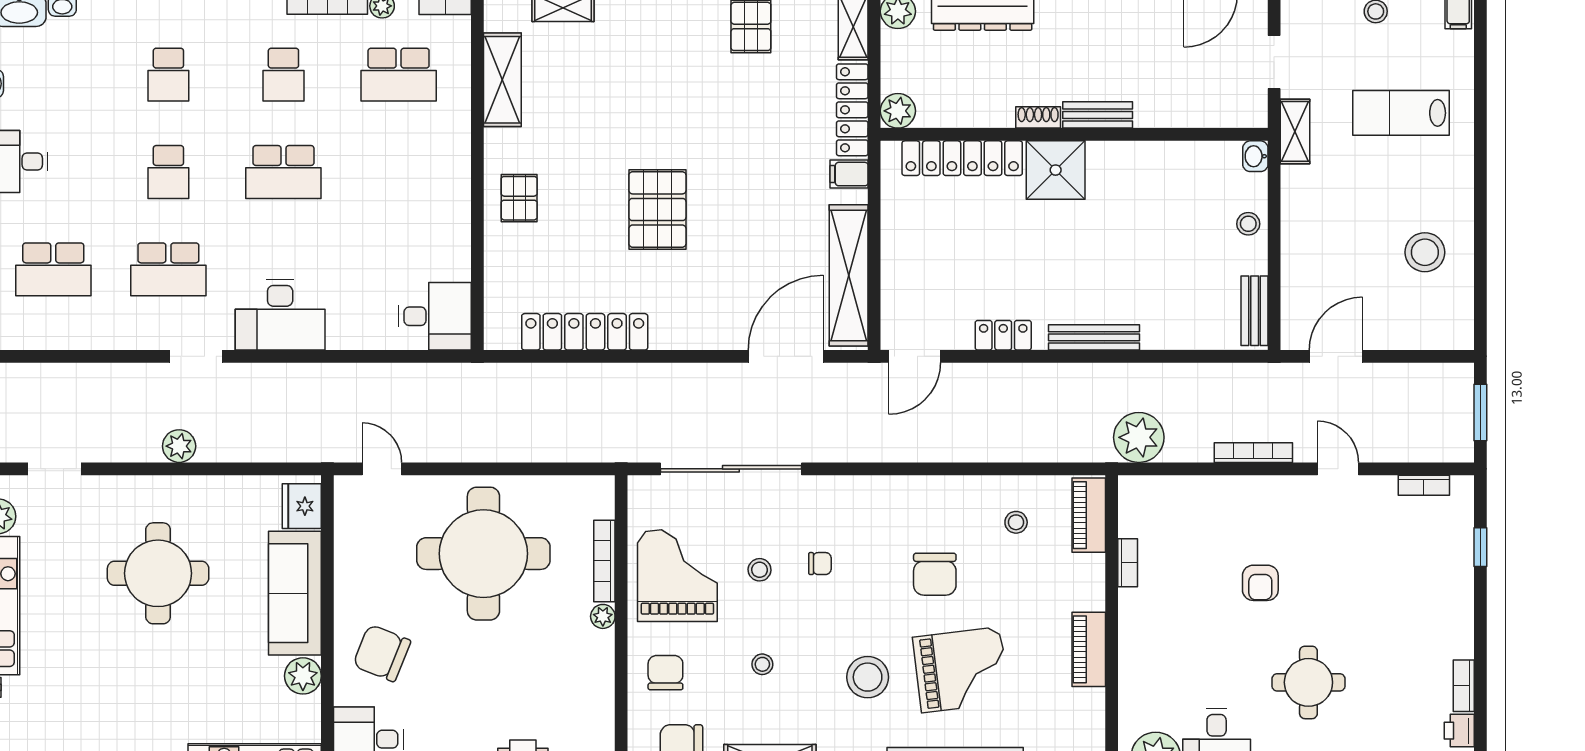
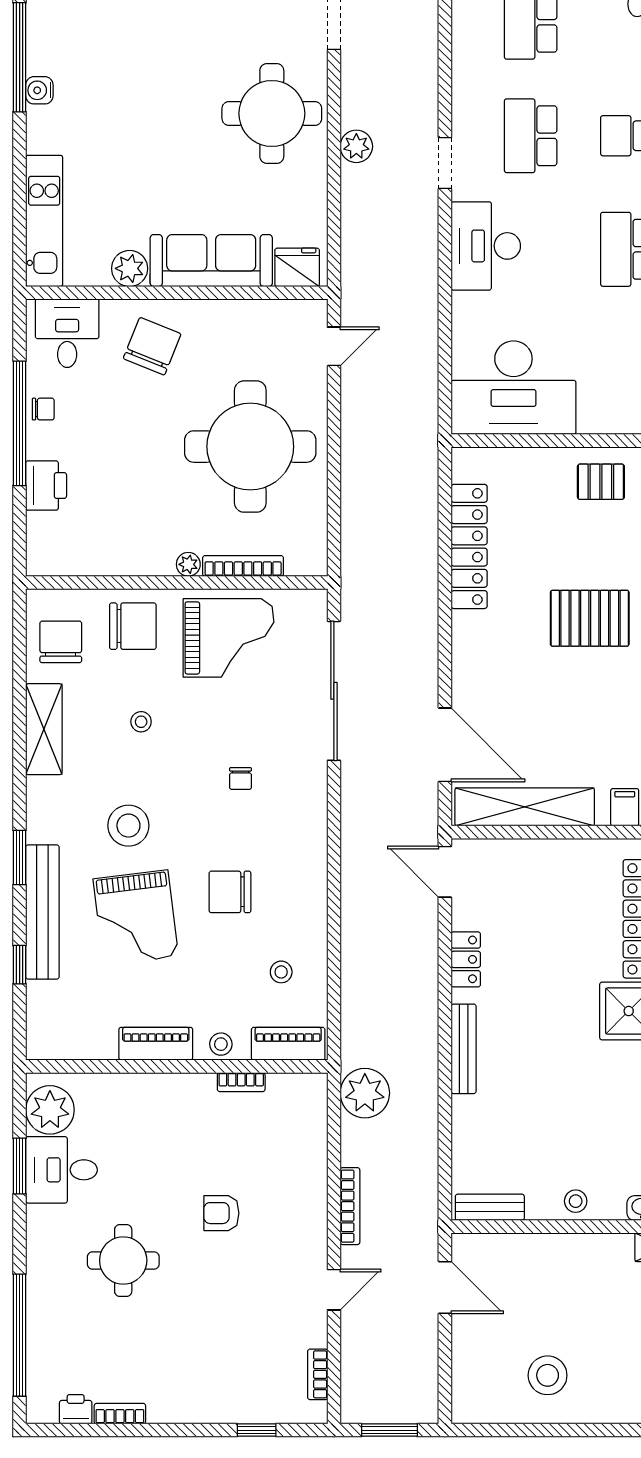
desk: (435, 316) -> (513, 388), width x1.87, depth x1.30
stool: (760, 570) -> (221, 1044), moved
round table: (158, 573) -> (272, 113), moved
chair: (665, 673) -> (133, 626), width x1.37, depth x1.37

